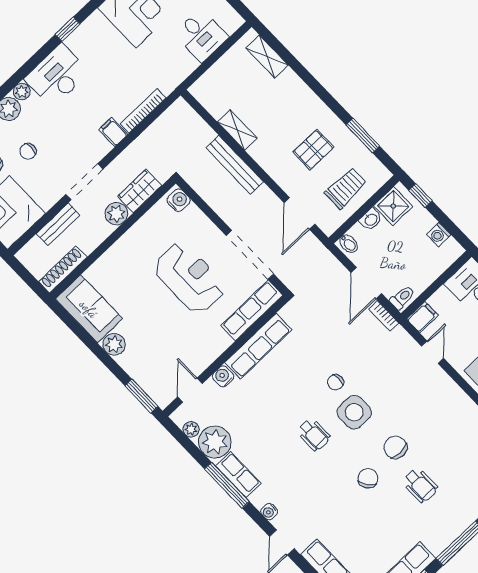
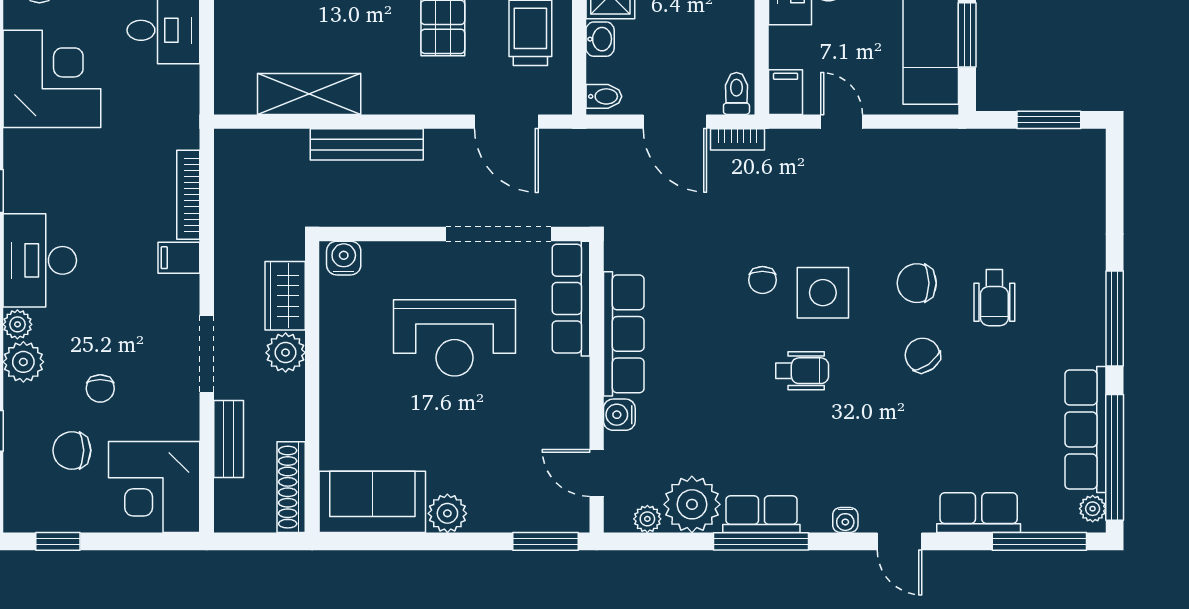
shelving: (237, 130) -> (309, 94), width x1.50, depth x1.33
reception desk: (189, 278) -> (455, 338), turned 180
wheelchair: (420, 485) -> (994, 298), turned 90

